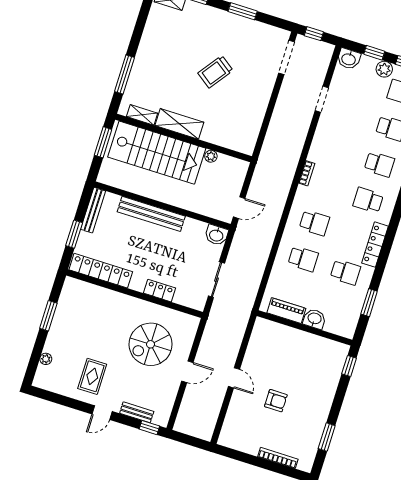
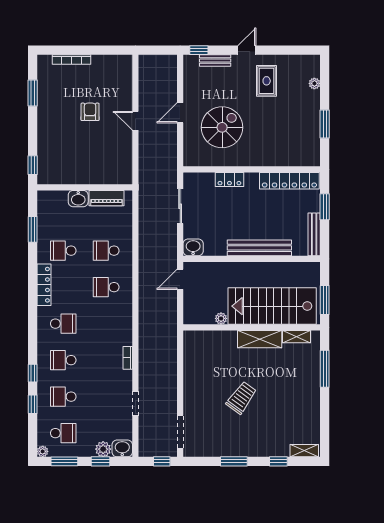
plant: (384, 69) -> (103, 449), moved
bookcase: (307, 173) -> (128, 358), moved
armchair: (276, 401) -> (90, 112), turned 90

